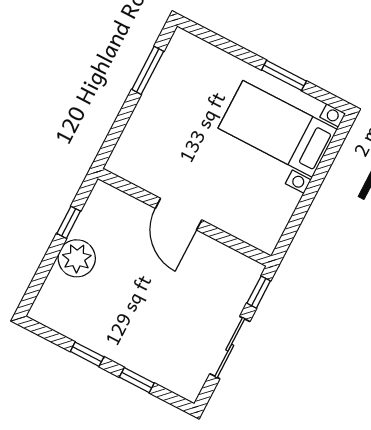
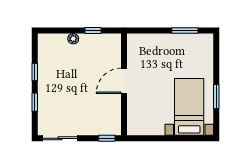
plant: (77, 258) -> (73, 39), width x0.53, depth x0.53
sliding door: (230, 348) -> (60, 138), moved

